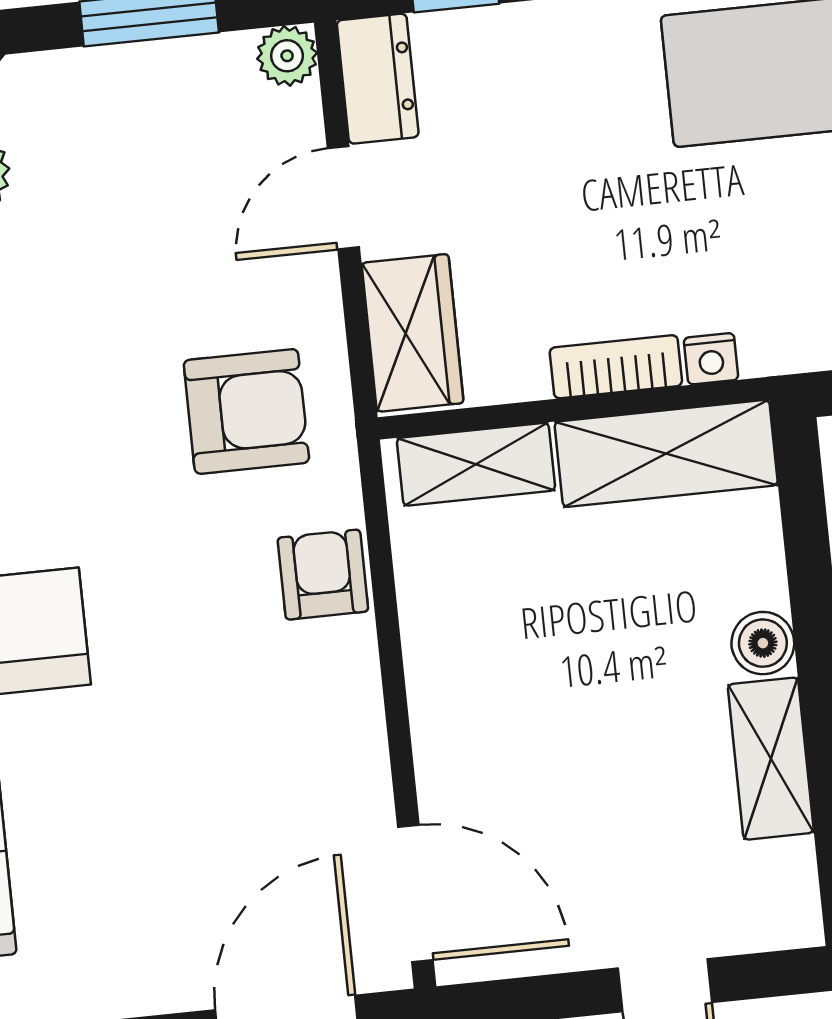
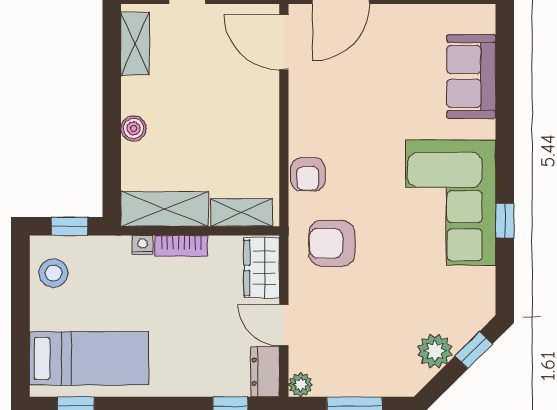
door: (343, 198) -> (284, 325), swing flipped
shelving: (771, 759) -> (135, 44), moved

